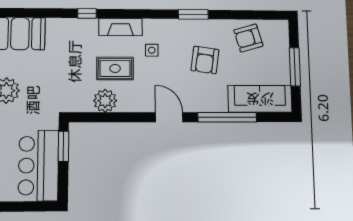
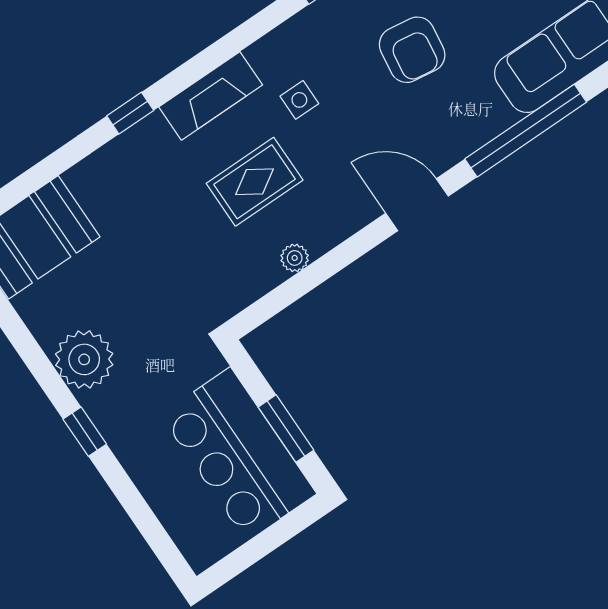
plant: (105, 101) -> (295, 258), width x0.53, depth x0.53
window: (64, 146) -> (286, 429), moved

